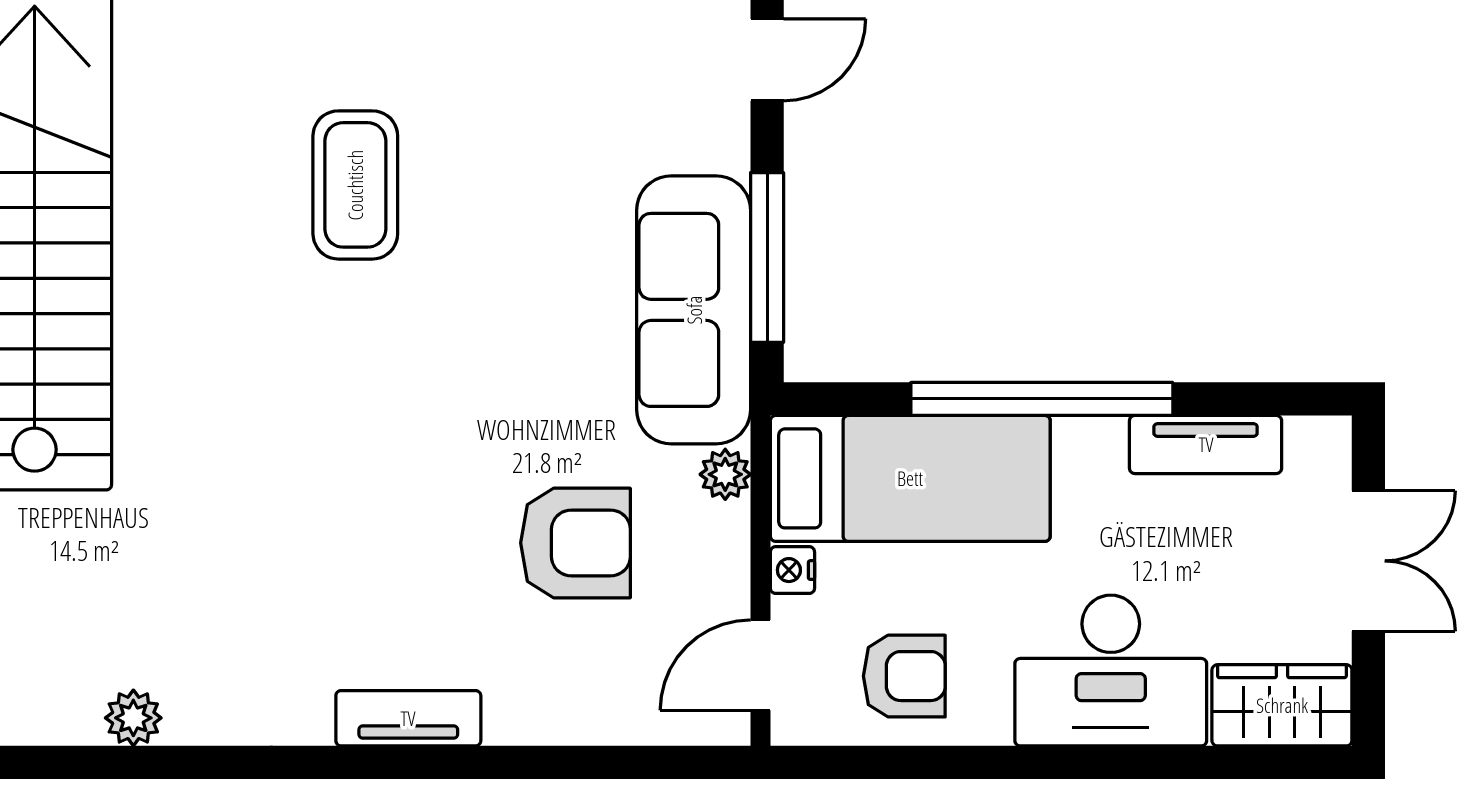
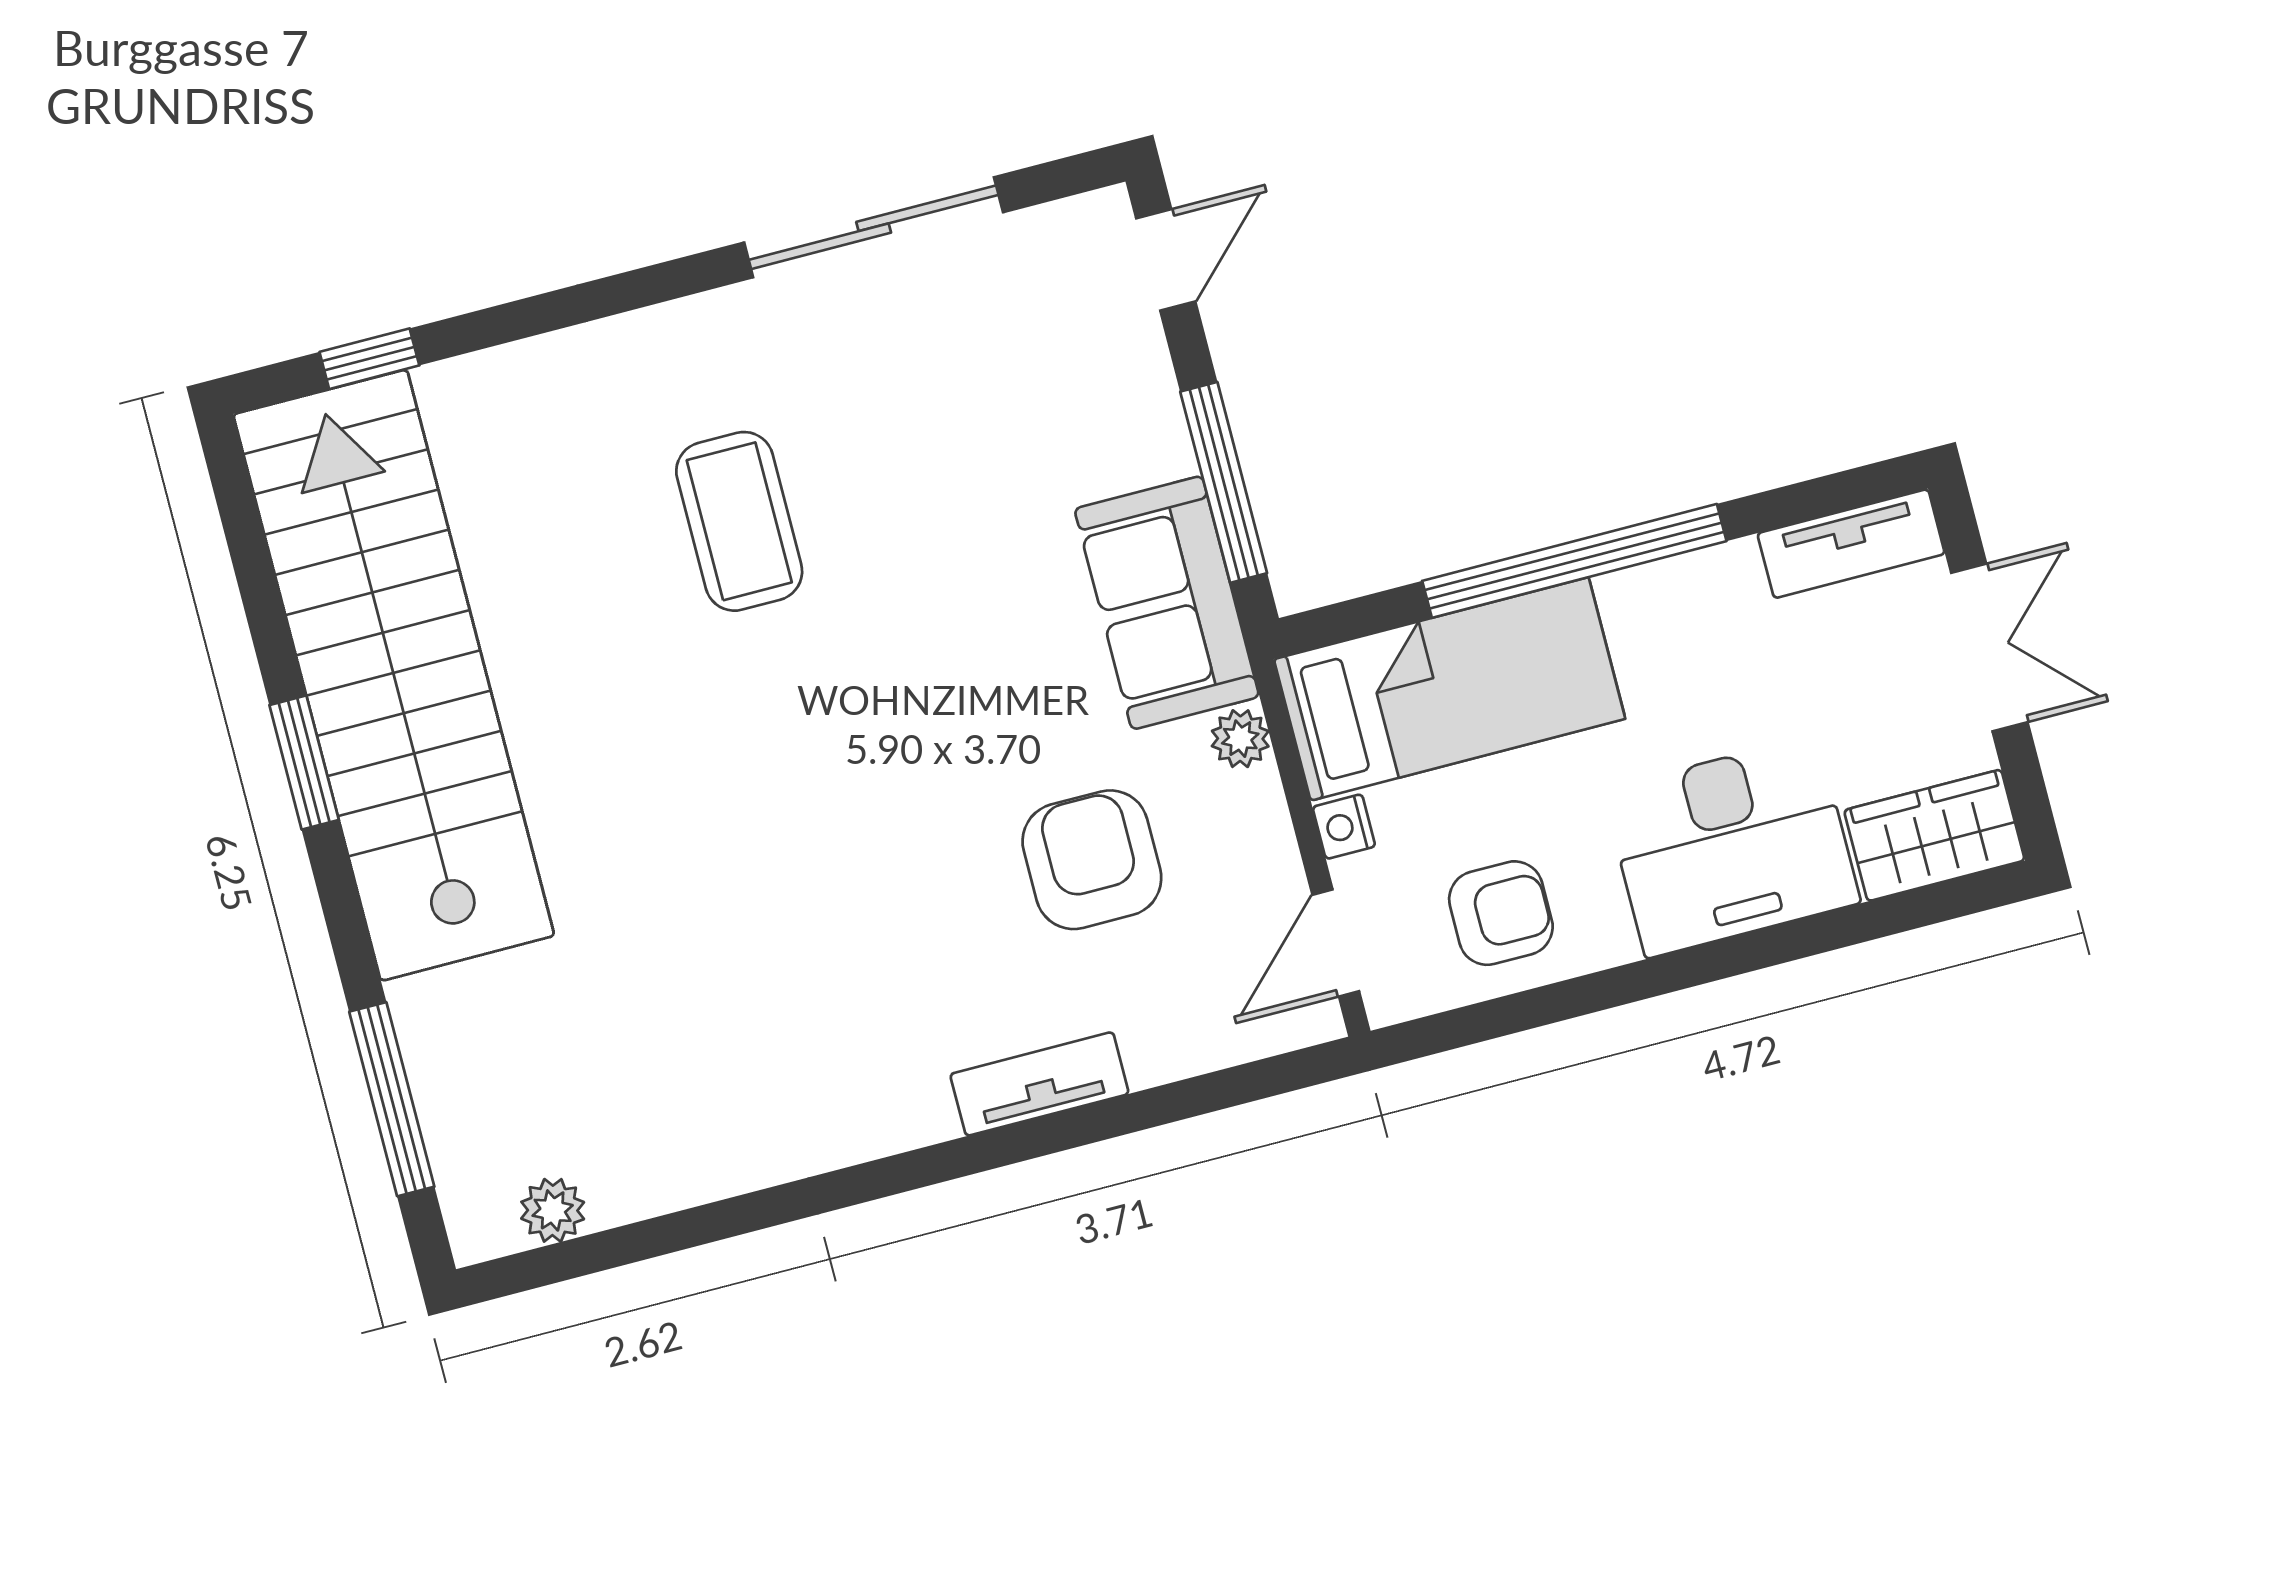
sofa: (694, 310) -> (1167, 603), width x0.73
tv unit: (1206, 444) -> (1851, 544), moved
armchair: (576, 543) -> (1092, 860), turned -90
plant: (133, 718) -> (553, 1210), moved
tv unit: (408, 718) -> (1039, 1084), moved

